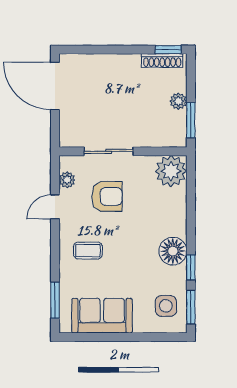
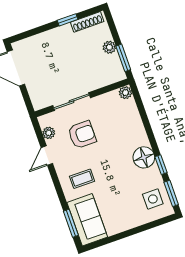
window: (168, 50) -> (68, 20), moved
plant: (171, 171) -> (125, 93), width x0.53, depth x0.53
sofa: (102, 316) -> (87, 220), moved, turned 90

